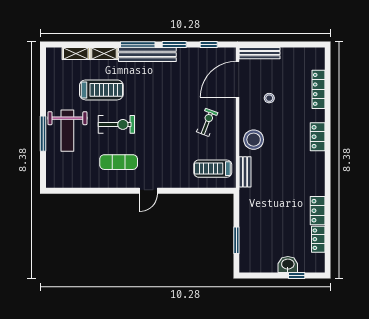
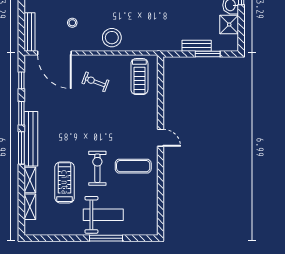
exercise mat: (119, 162) -> (133, 166), turned 90
bench: (245, 172) -> (197, 46), moved
shower: (267, 263) -> (229, 25), added

